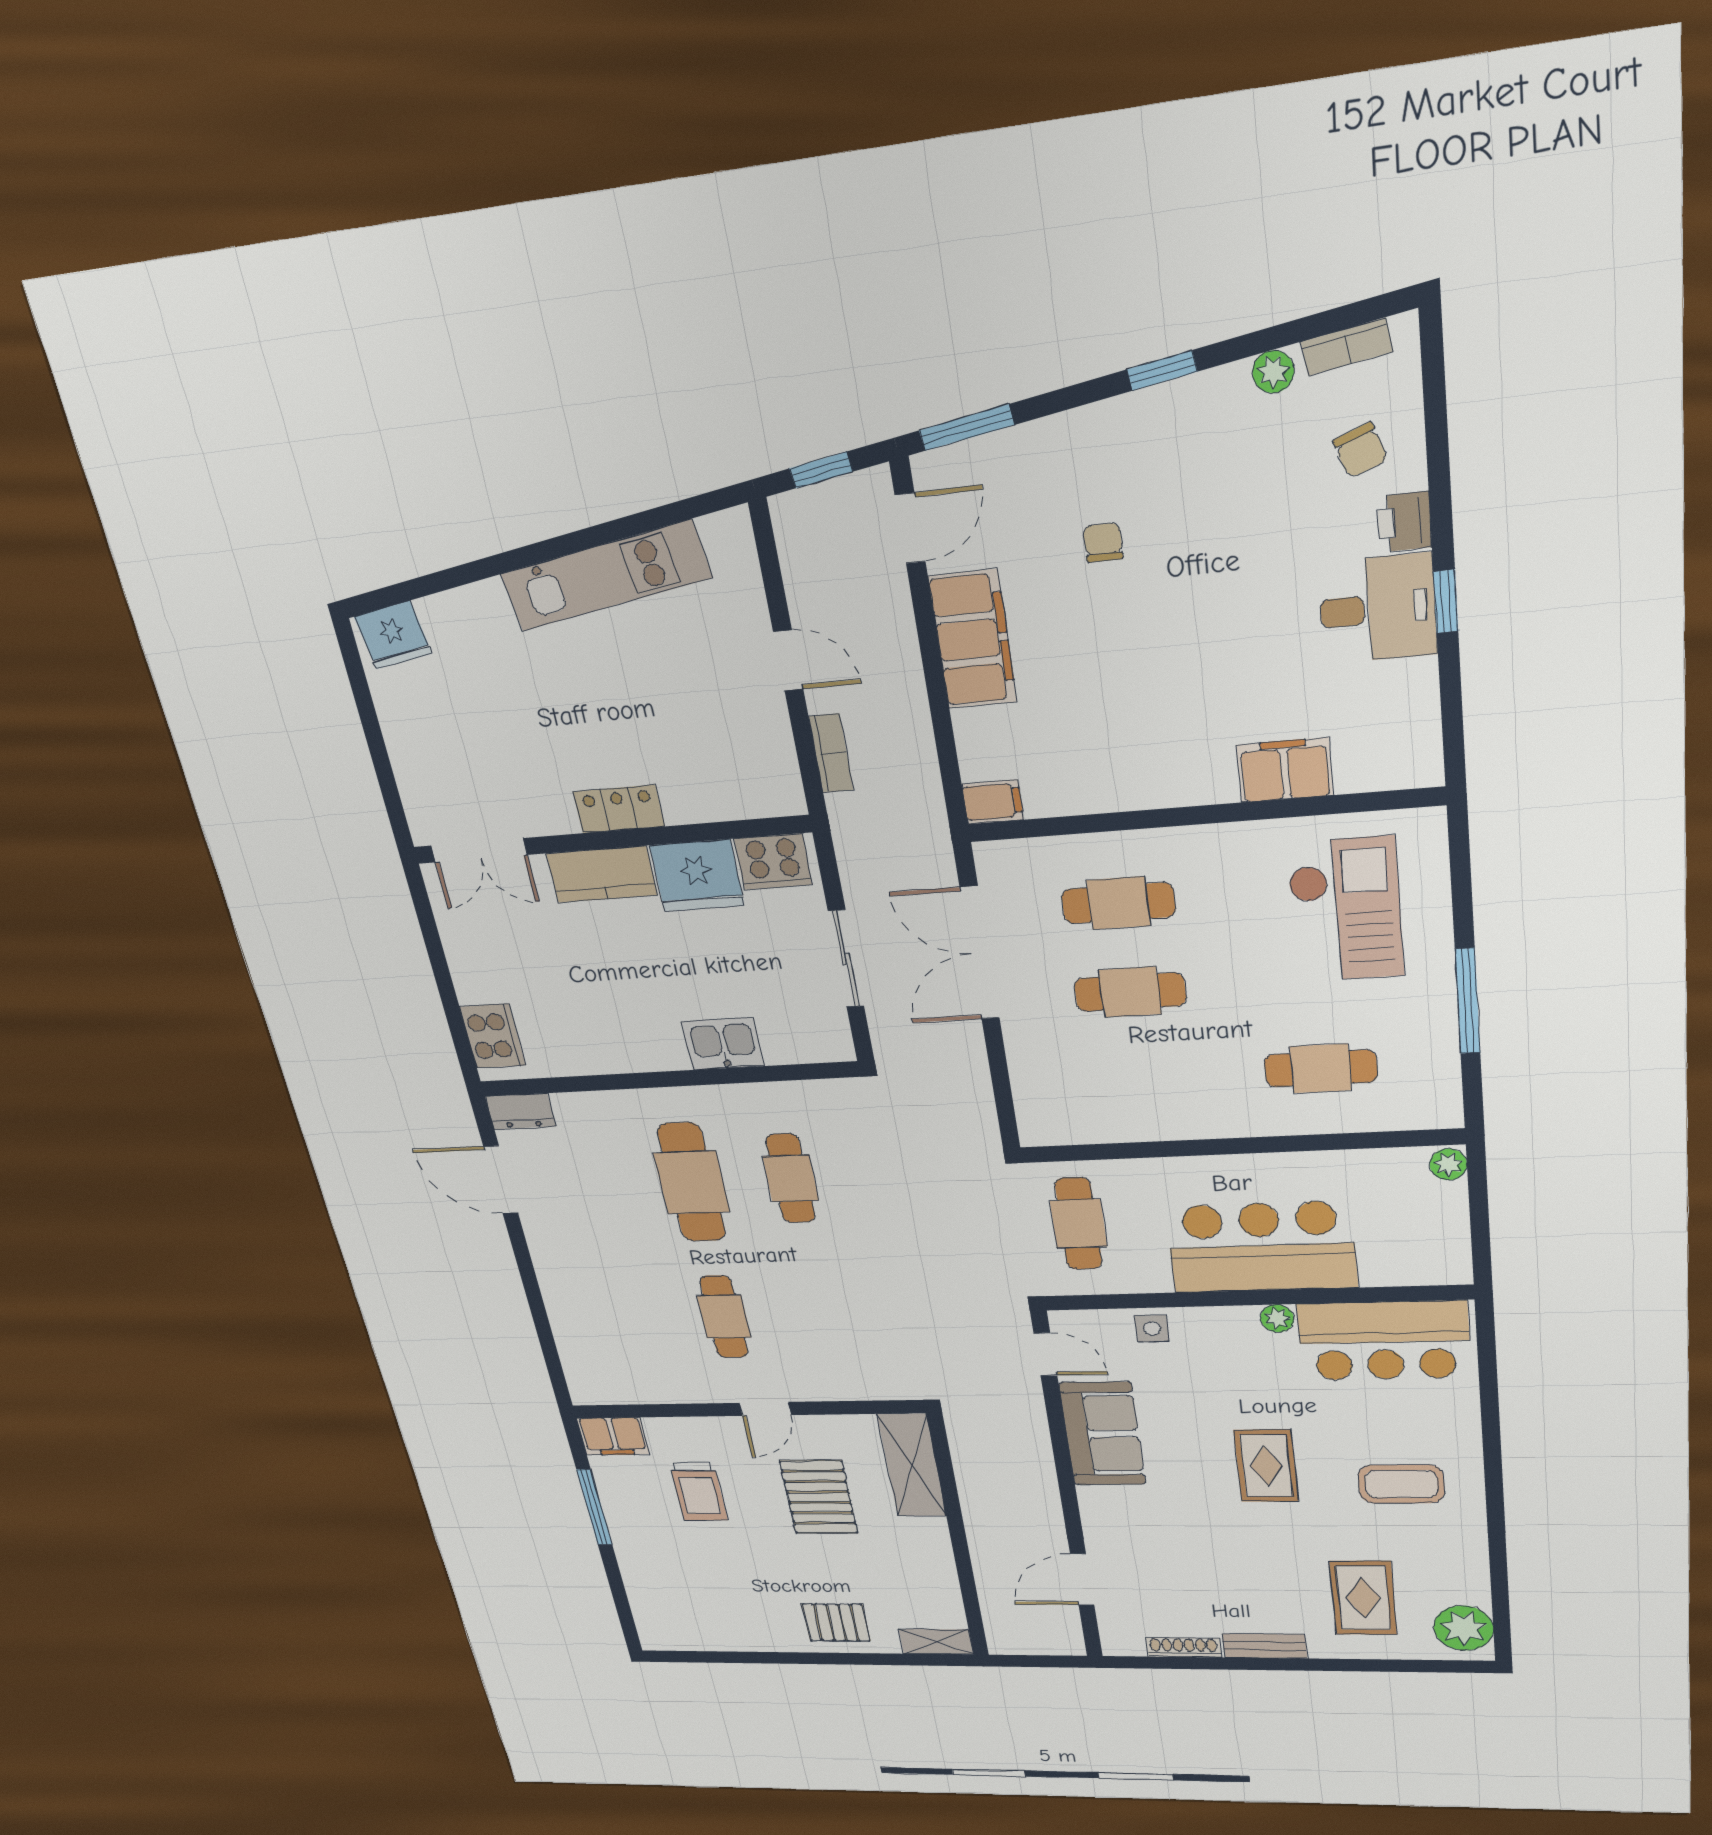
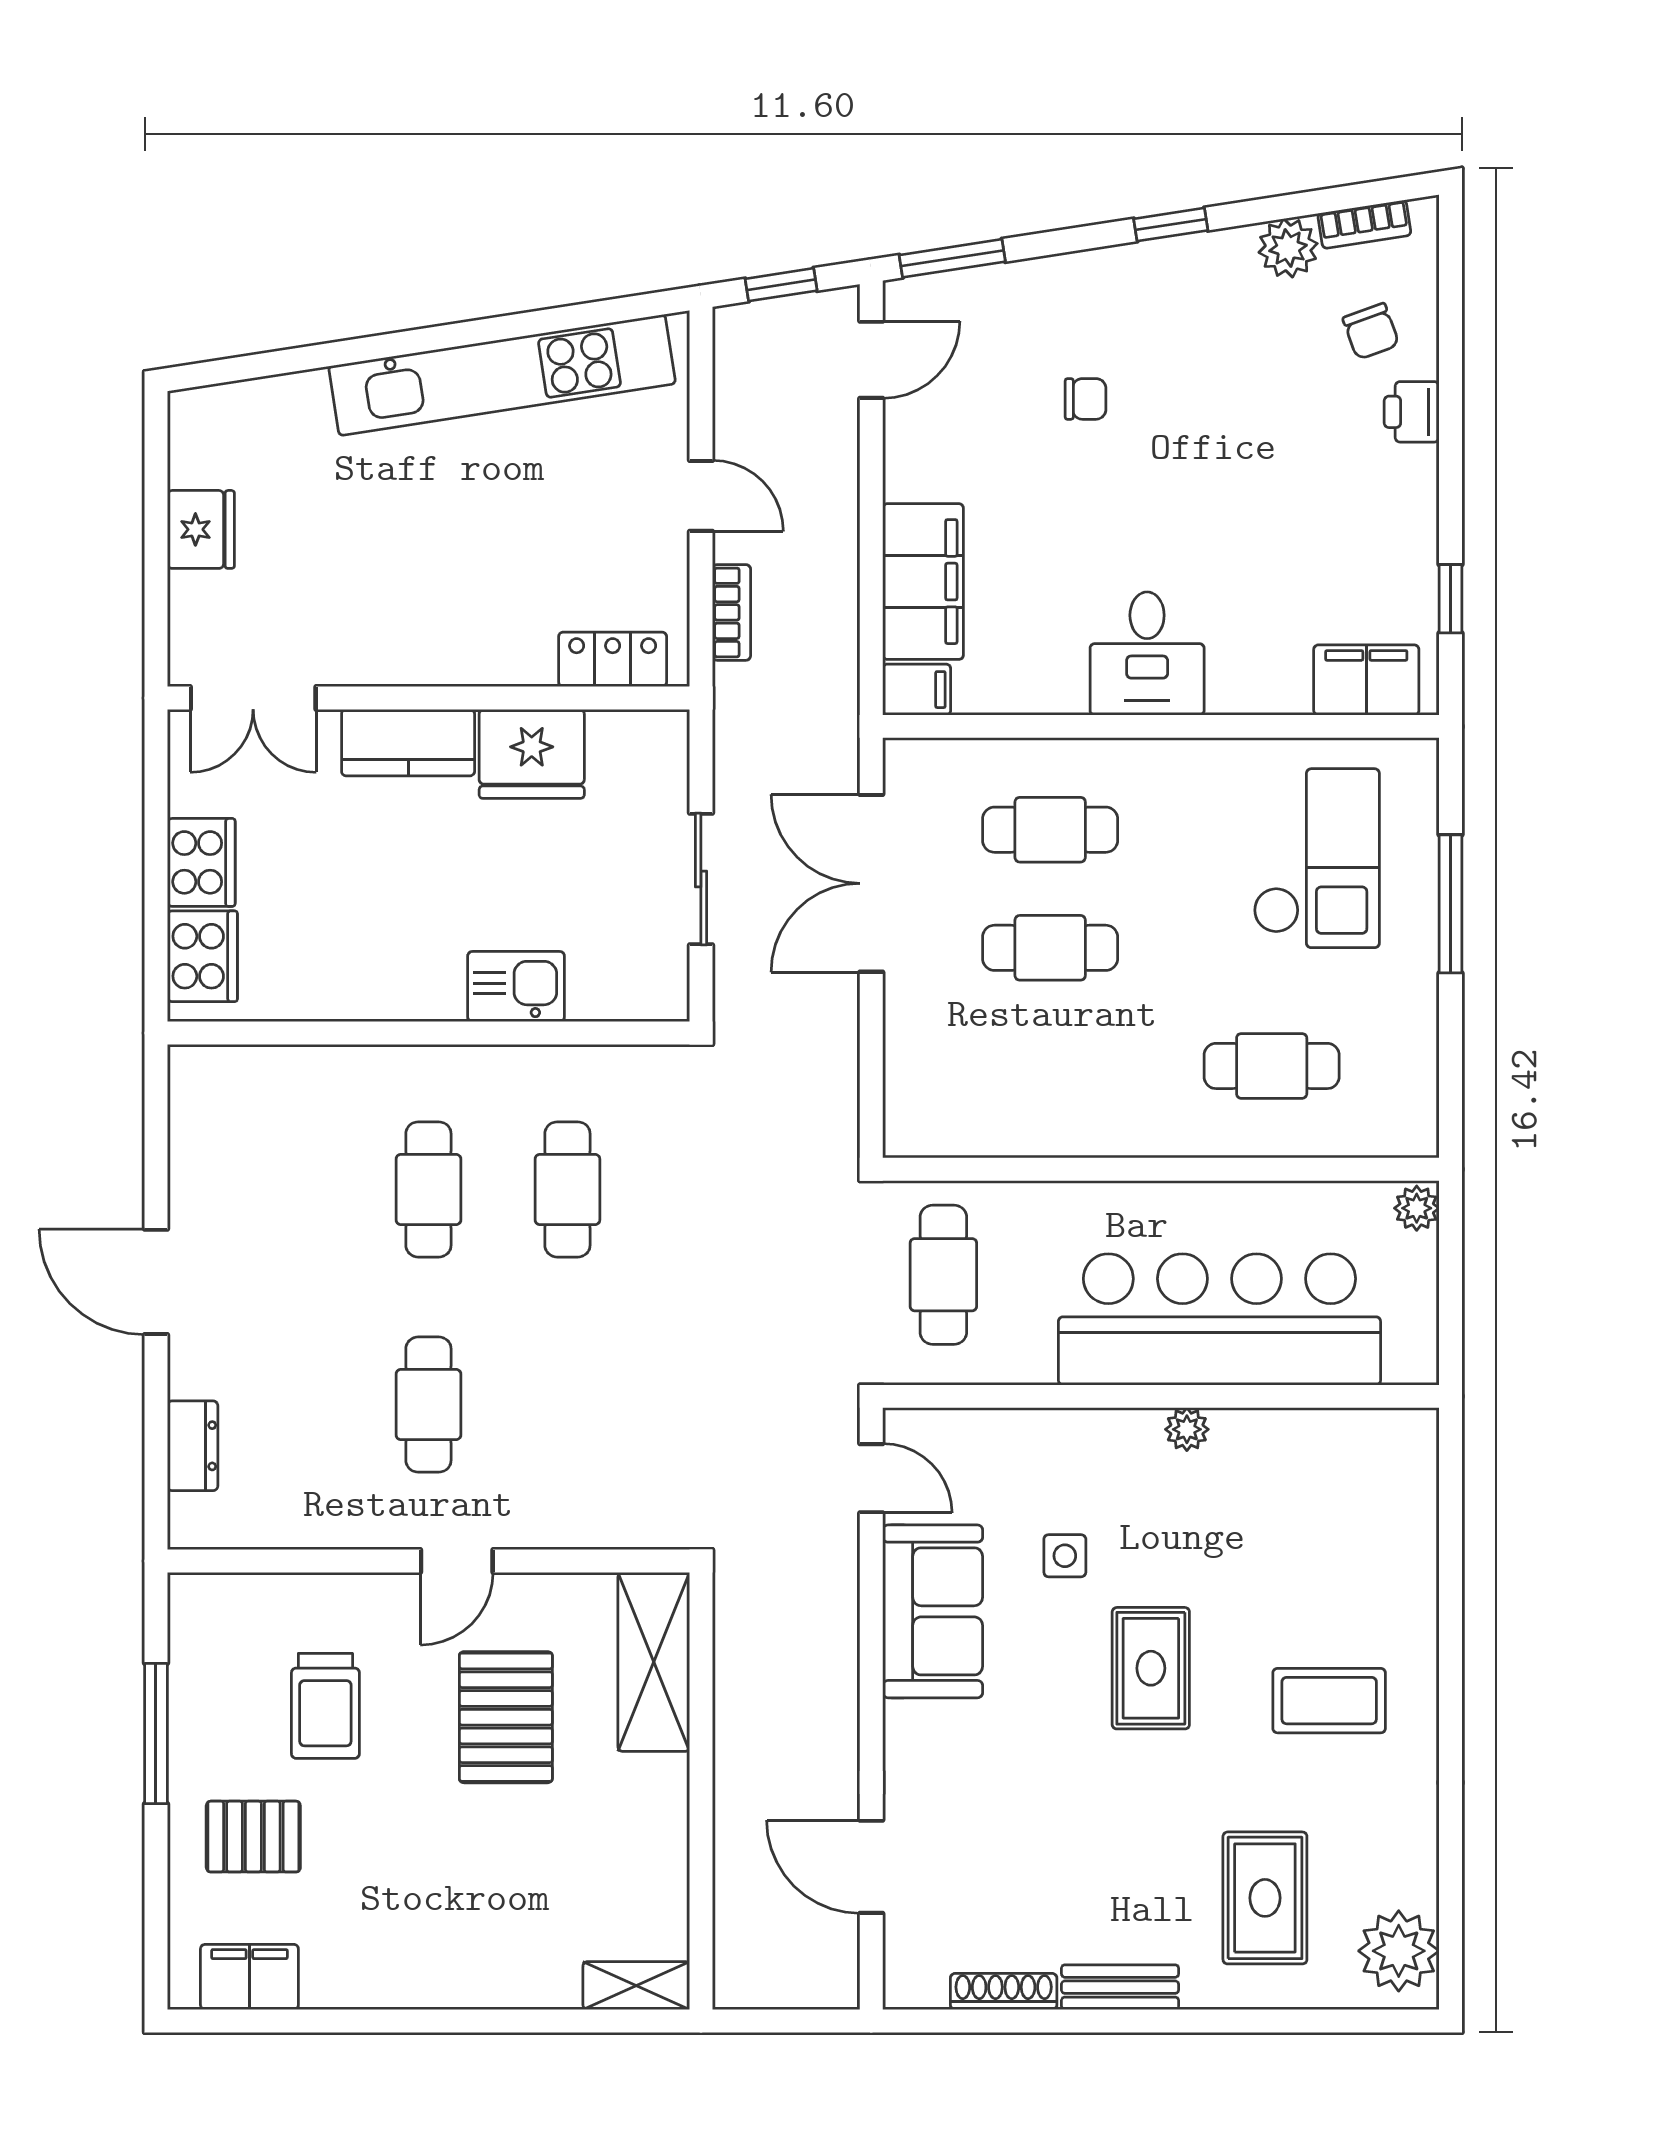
plant: (1273, 372) -> (1288, 248), width x1.38, depth x1.38
chair: (1103, 543) -> (1086, 399), turned 90
kitchen unit: (606, 576) -> (502, 375), width x1.36
window: (1446, 601) -> (1450, 599), moved
desk: (1378, 609) -> (1147, 653), moved, turned 90
fridge: (393, 635) -> (201, 529), moved, turned -81
filing cabinet: (973, 639) -> (923, 582), moved
filing cabinet: (1285, 770) -> (1366, 680), moved
locker: (619, 809) -> (613, 659), moved
cooker: (773, 862) -> (201, 862), moved, turned -90
window: (1468, 1001) -> (1450, 904), moved
dresser: (520, 1111) -> (193, 1446), moved, turned -90
door: (501, 1180) -> (156, 1282), moved
cafe table: (692, 1182) -> (428, 1189), width x0.73, depth x0.74
bar counter: (1262, 1247) -> (1219, 1319), width x1.36
side table: (1152, 1328) -> (1065, 1556), moved
bar counter: (1384, 1341) -> (1321, 1468), removed
filing cabinet: (613, 1436) -> (249, 1977), moved, turned 180
door: (1082, 1579) -> (871, 1867), hinge flipped
pallet: (836, 1623) -> (253, 1837), moved

